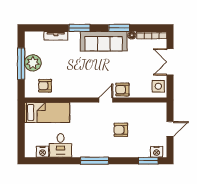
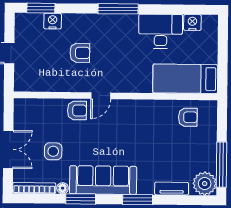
plant: (33, 63) -> (205, 184), moved
window: (21, 64) -> (222, 165), moved
side table: (158, 86) -> (53, 151), moved
desk: (61, 145) -> (161, 31), width x1.37
nightstand: (157, 152) -> (53, 21), moved

